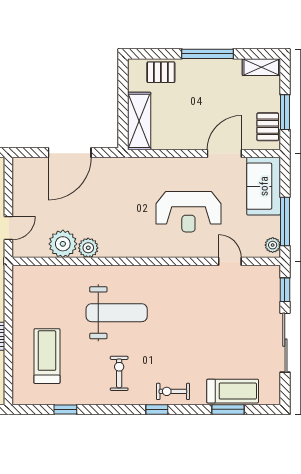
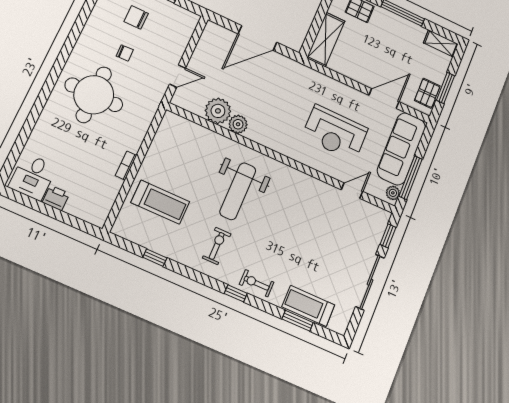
sofa: (264, 186) -> (401, 149), width x1.36
door: (230, 261) -> (352, 191), hinge flipped
weight bench: (117, 313) -> (238, 191), turned 90
treadmill: (47, 356) -> (160, 202), turned 90
treadmill: (233, 391) -> (308, 306), turned 180

